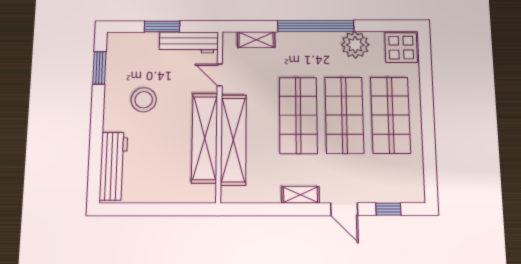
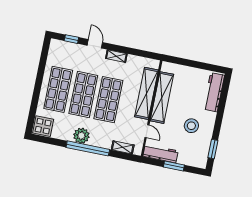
plant: (355, 45) -> (81, 136), moved

